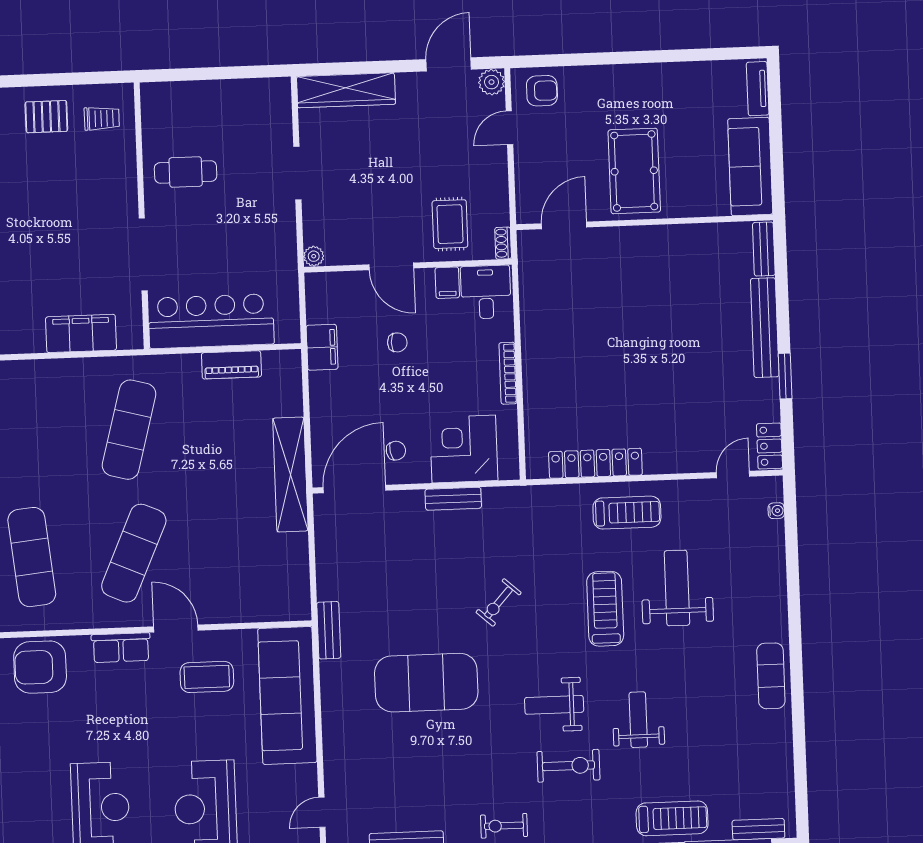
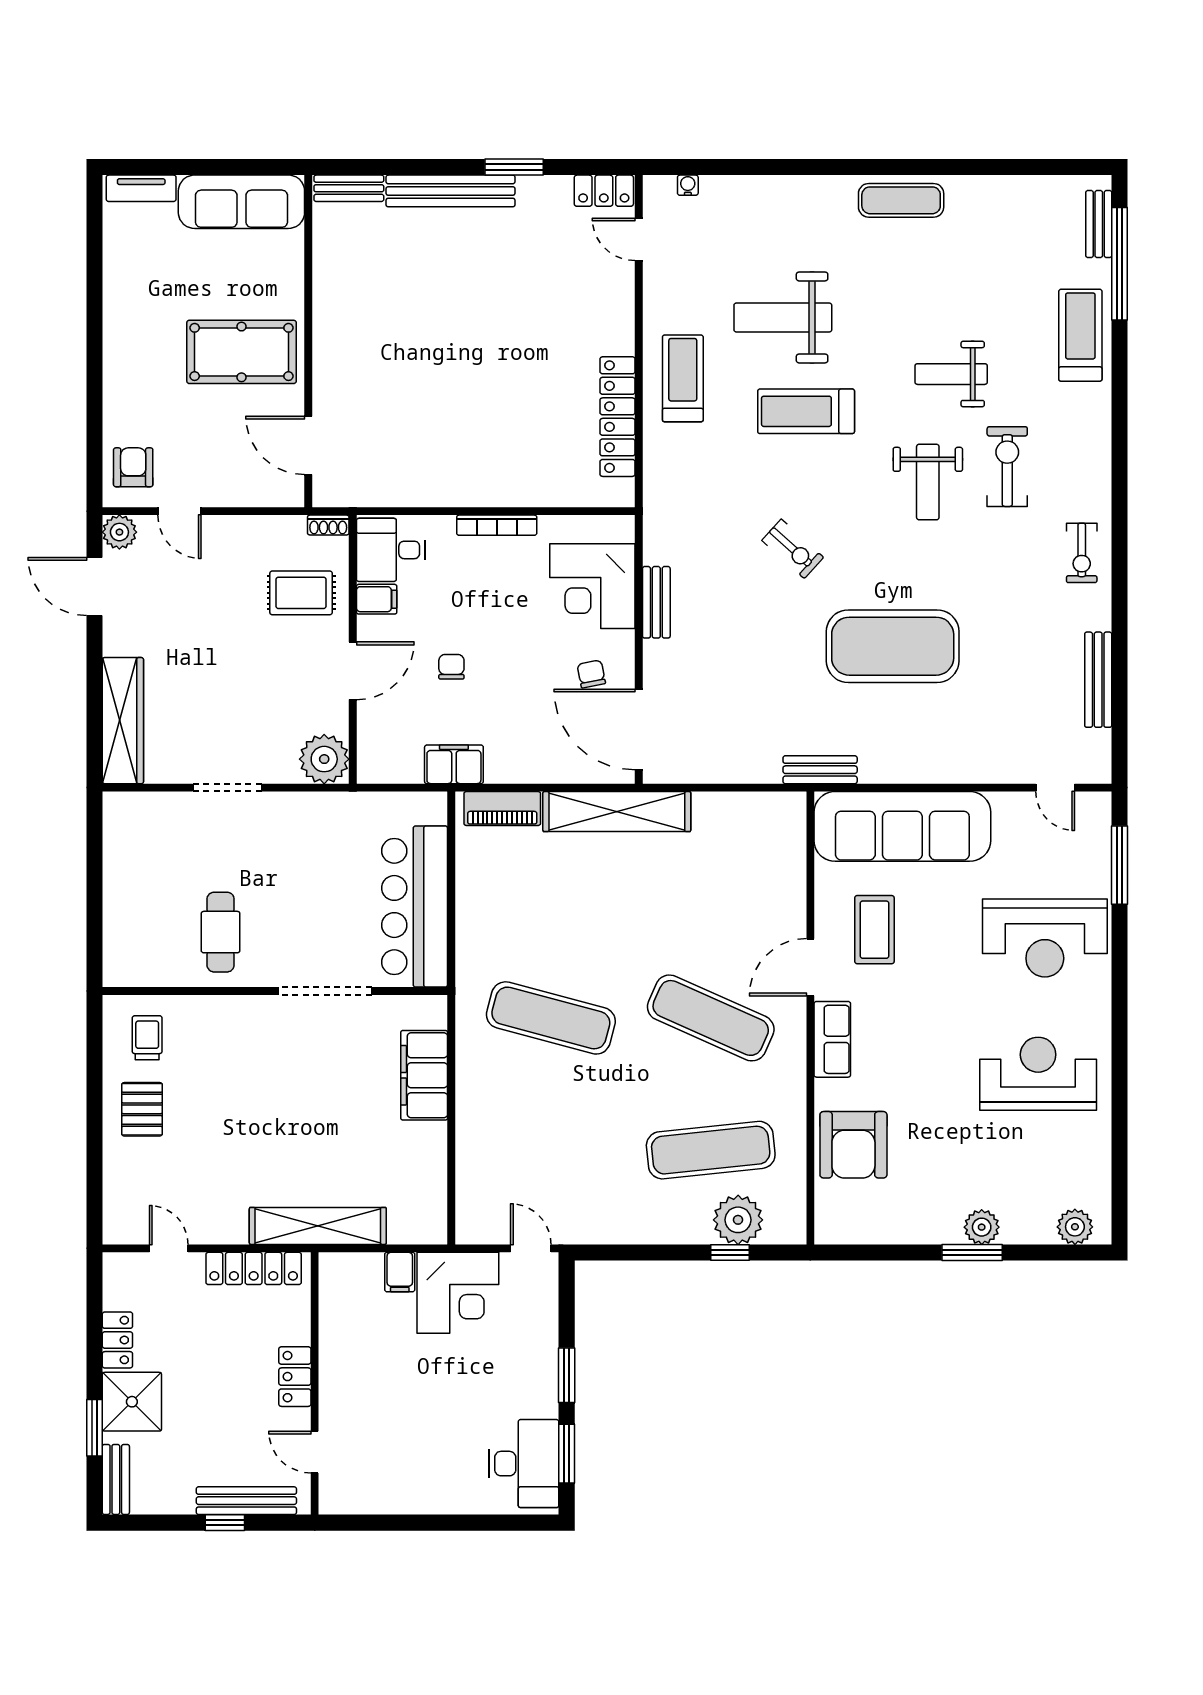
plant: (314, 256) -> (324, 759), width x1.87, depth x1.87
piano: (231, 365) -> (502, 809), moved, turned 90
exercise mat: (426, 683) -> (893, 646), turned 90

